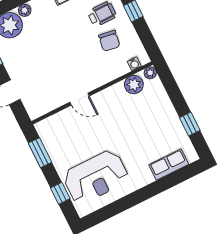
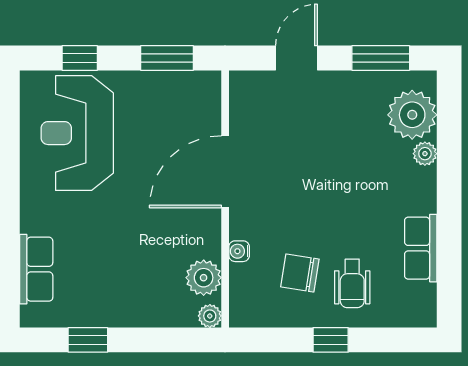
water cooler: (134, 64) -> (239, 251), moved
door: (80, 99) -> (225, 172), width x1.88

